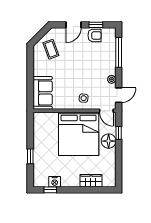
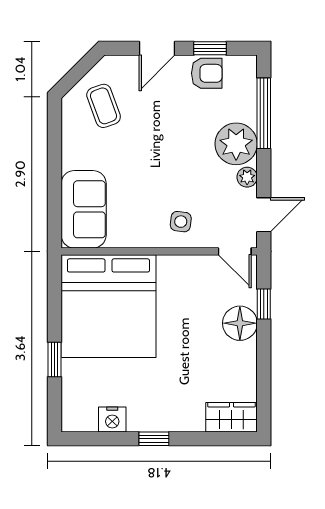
plant: (107, 65) -> (236, 144), added
bed: (79, 134) -> (108, 306), moved
wardrobe: (91, 181) -> (231, 417), moved
window: (50, 190) -> (154, 439), moved

